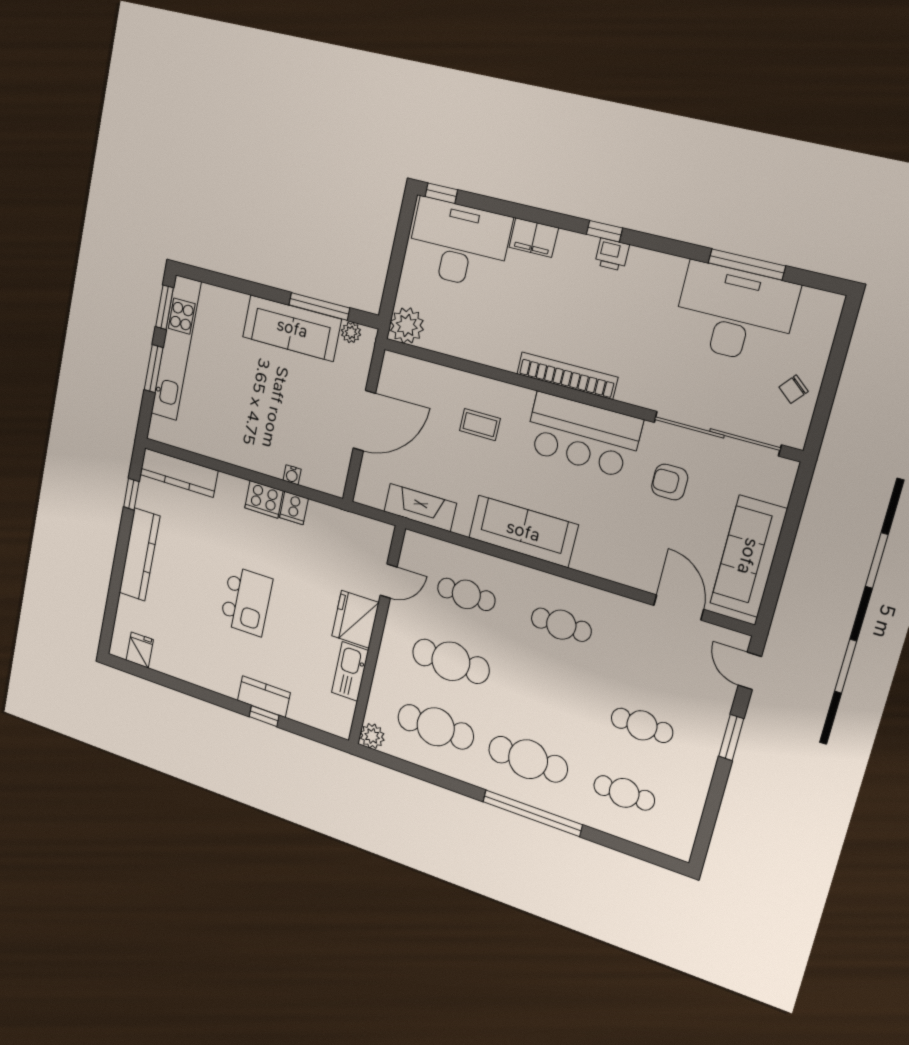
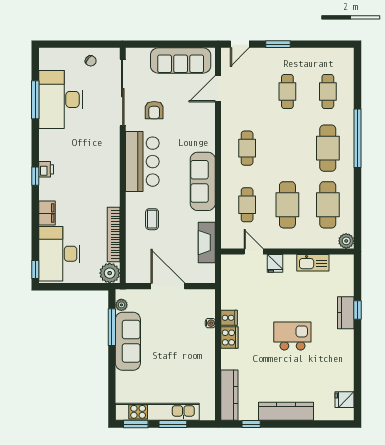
bookcase: (567, 376) -> (114, 235), moved
fridge: (355, 619) -> (275, 263), width x0.53, depth x0.75

